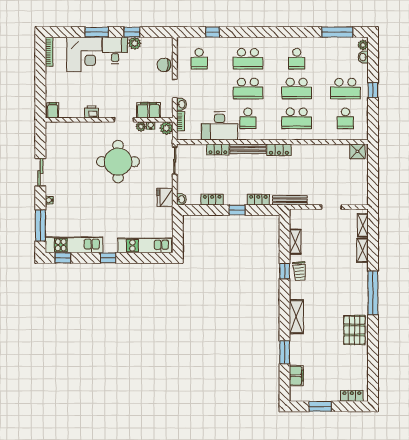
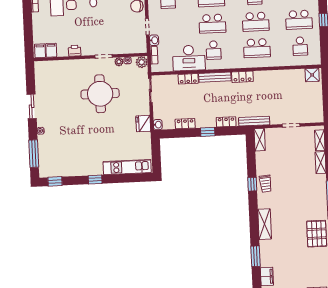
filing cabinet: (149, 110) -> (51, 50), moved, width x0.50
shelving: (295, 242) -> (260, 140), moved
kitchen unit: (74, 245) -> (64, 169), removed

